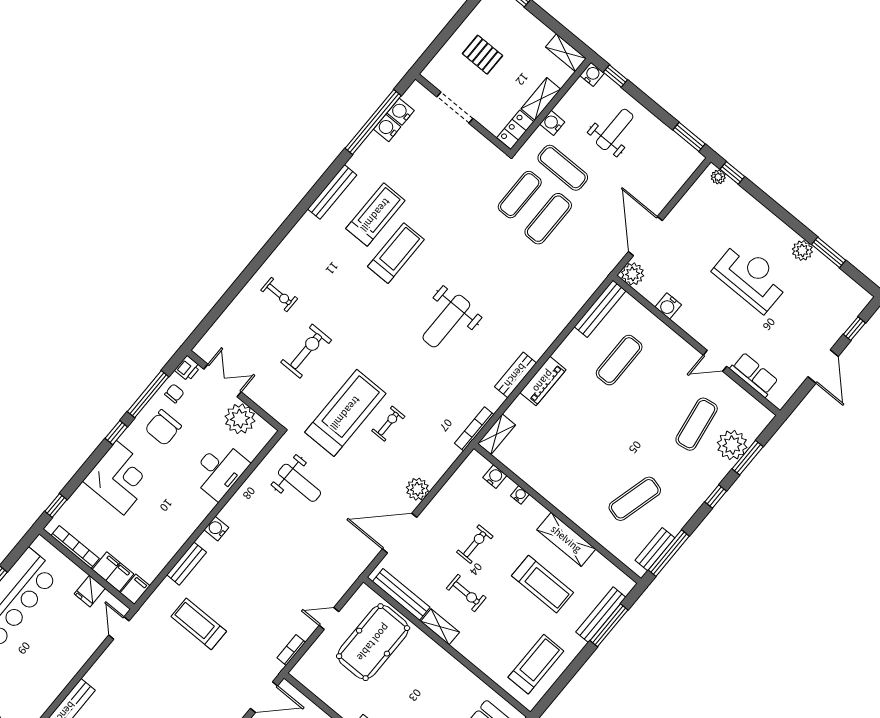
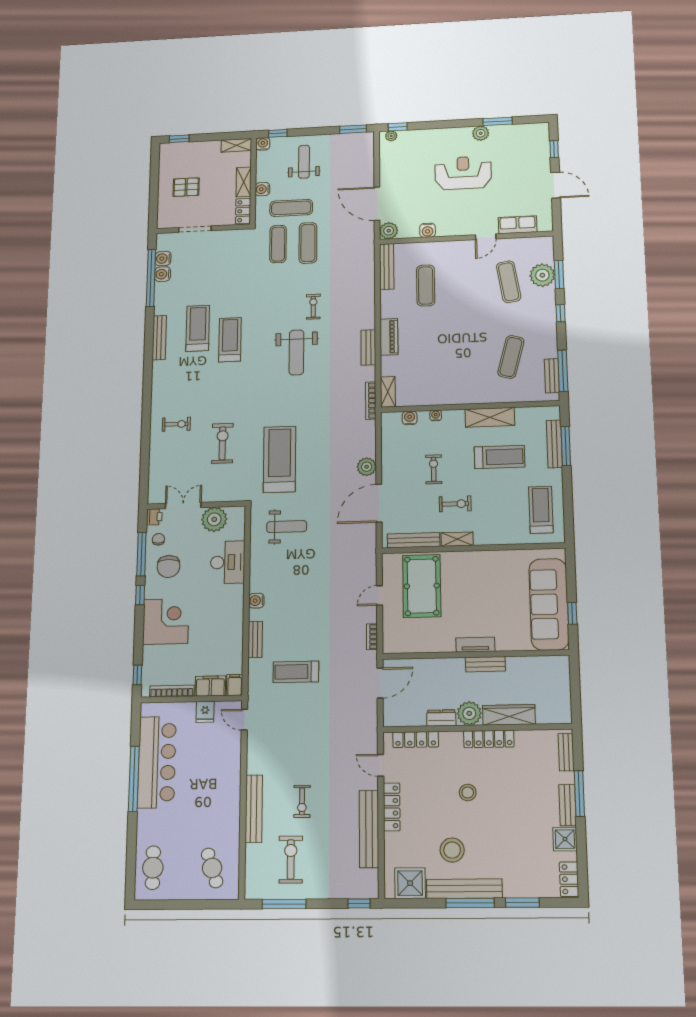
exercise bike: (388, 424) -> (313, 307), moved

